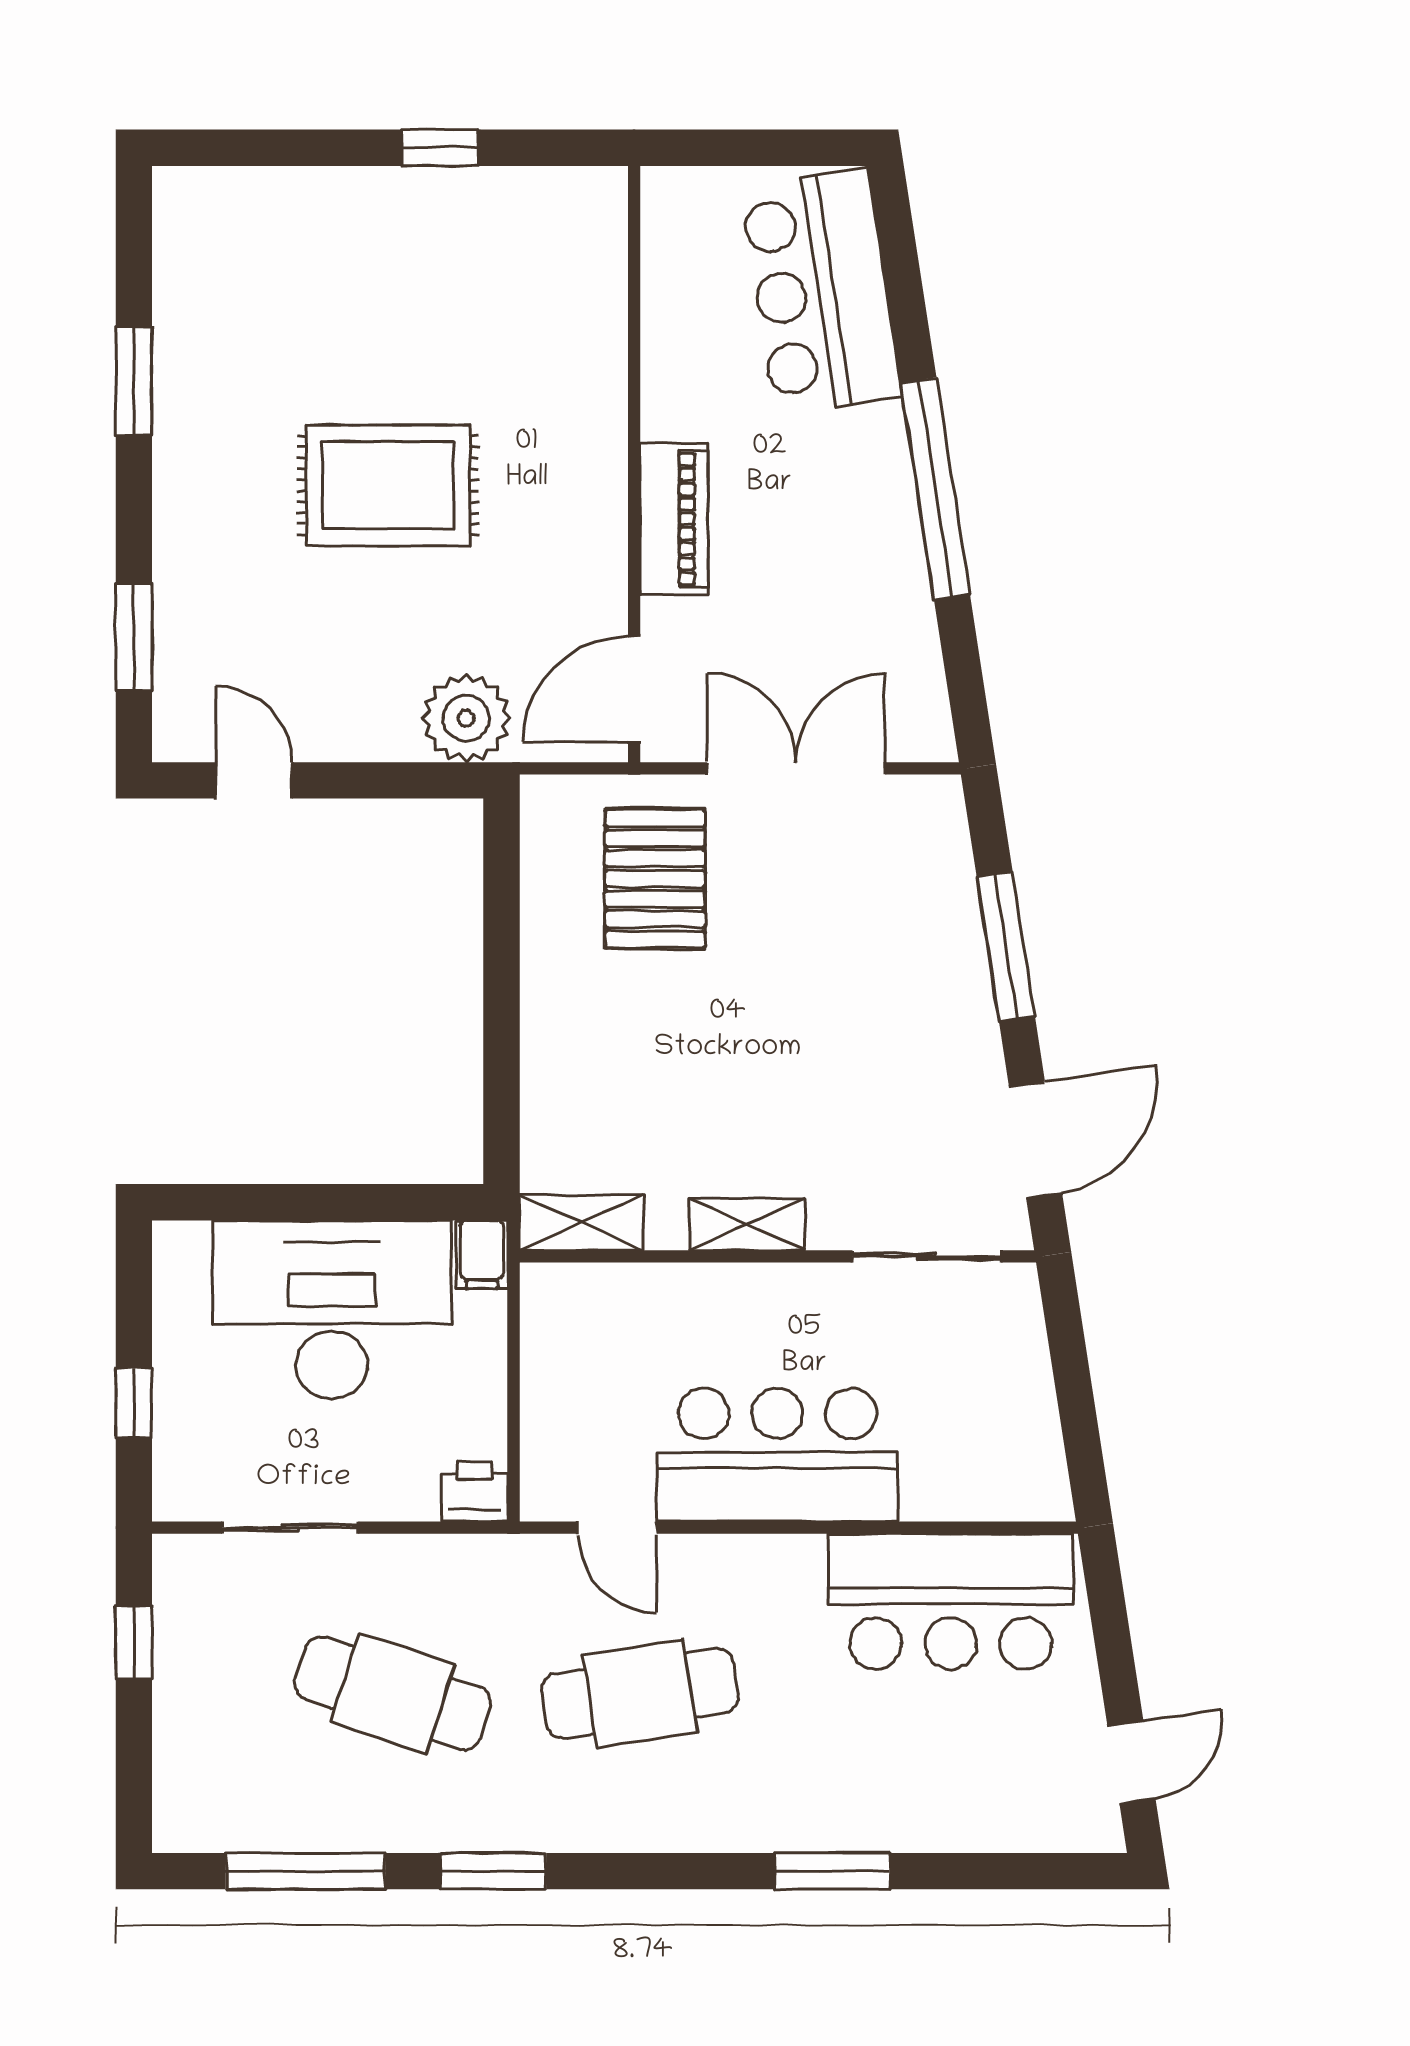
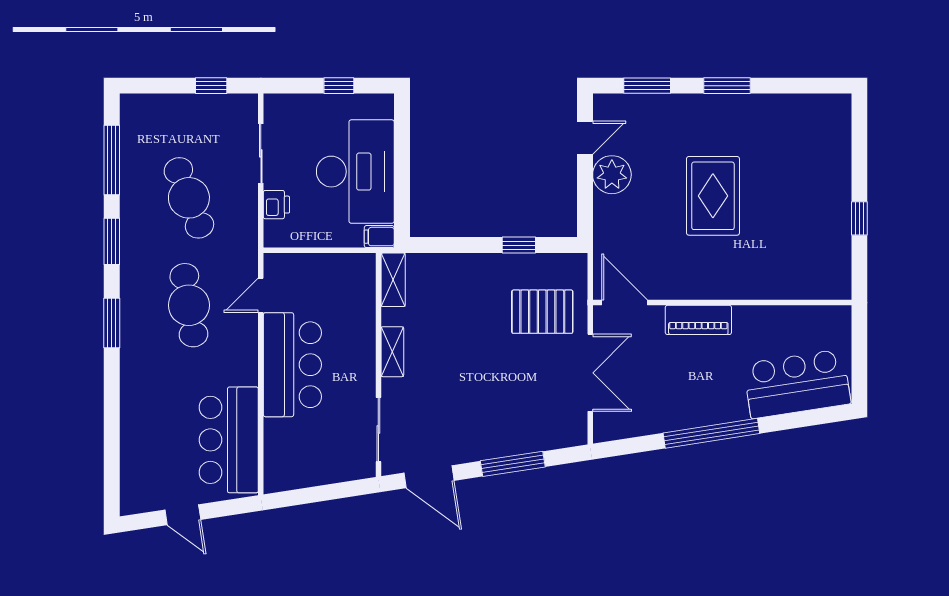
window: (134, 381) -> (727, 86), moved
plant: (466, 718) -> (612, 175), moved
window: (501, 933) -> (519, 245), added
window: (134, 1403) -> (339, 86), moved
printer: (474, 1492) -> (276, 205), moved
cafe table: (393, 1693) -> (189, 198), turned -39
door: (1132, 1763) -> (183, 515), moved
window: (832, 1871) -> (112, 323), moved

